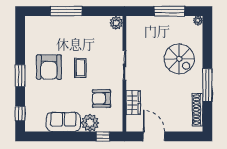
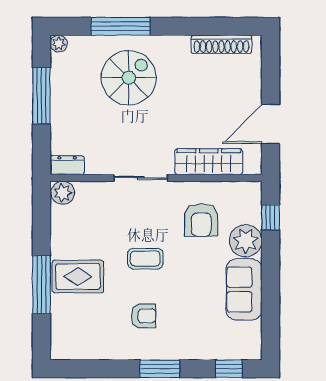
dresser: (131, 25) -> (67, 165), added
rug: (70, 31) -> (78, 277), added
armchair: (49, 67) -> (144, 316), width x0.53, depth x0.53
window: (207, 85) -> (121, 26), moved
wardrobe: (133, 103) -> (209, 162), width x1.50

